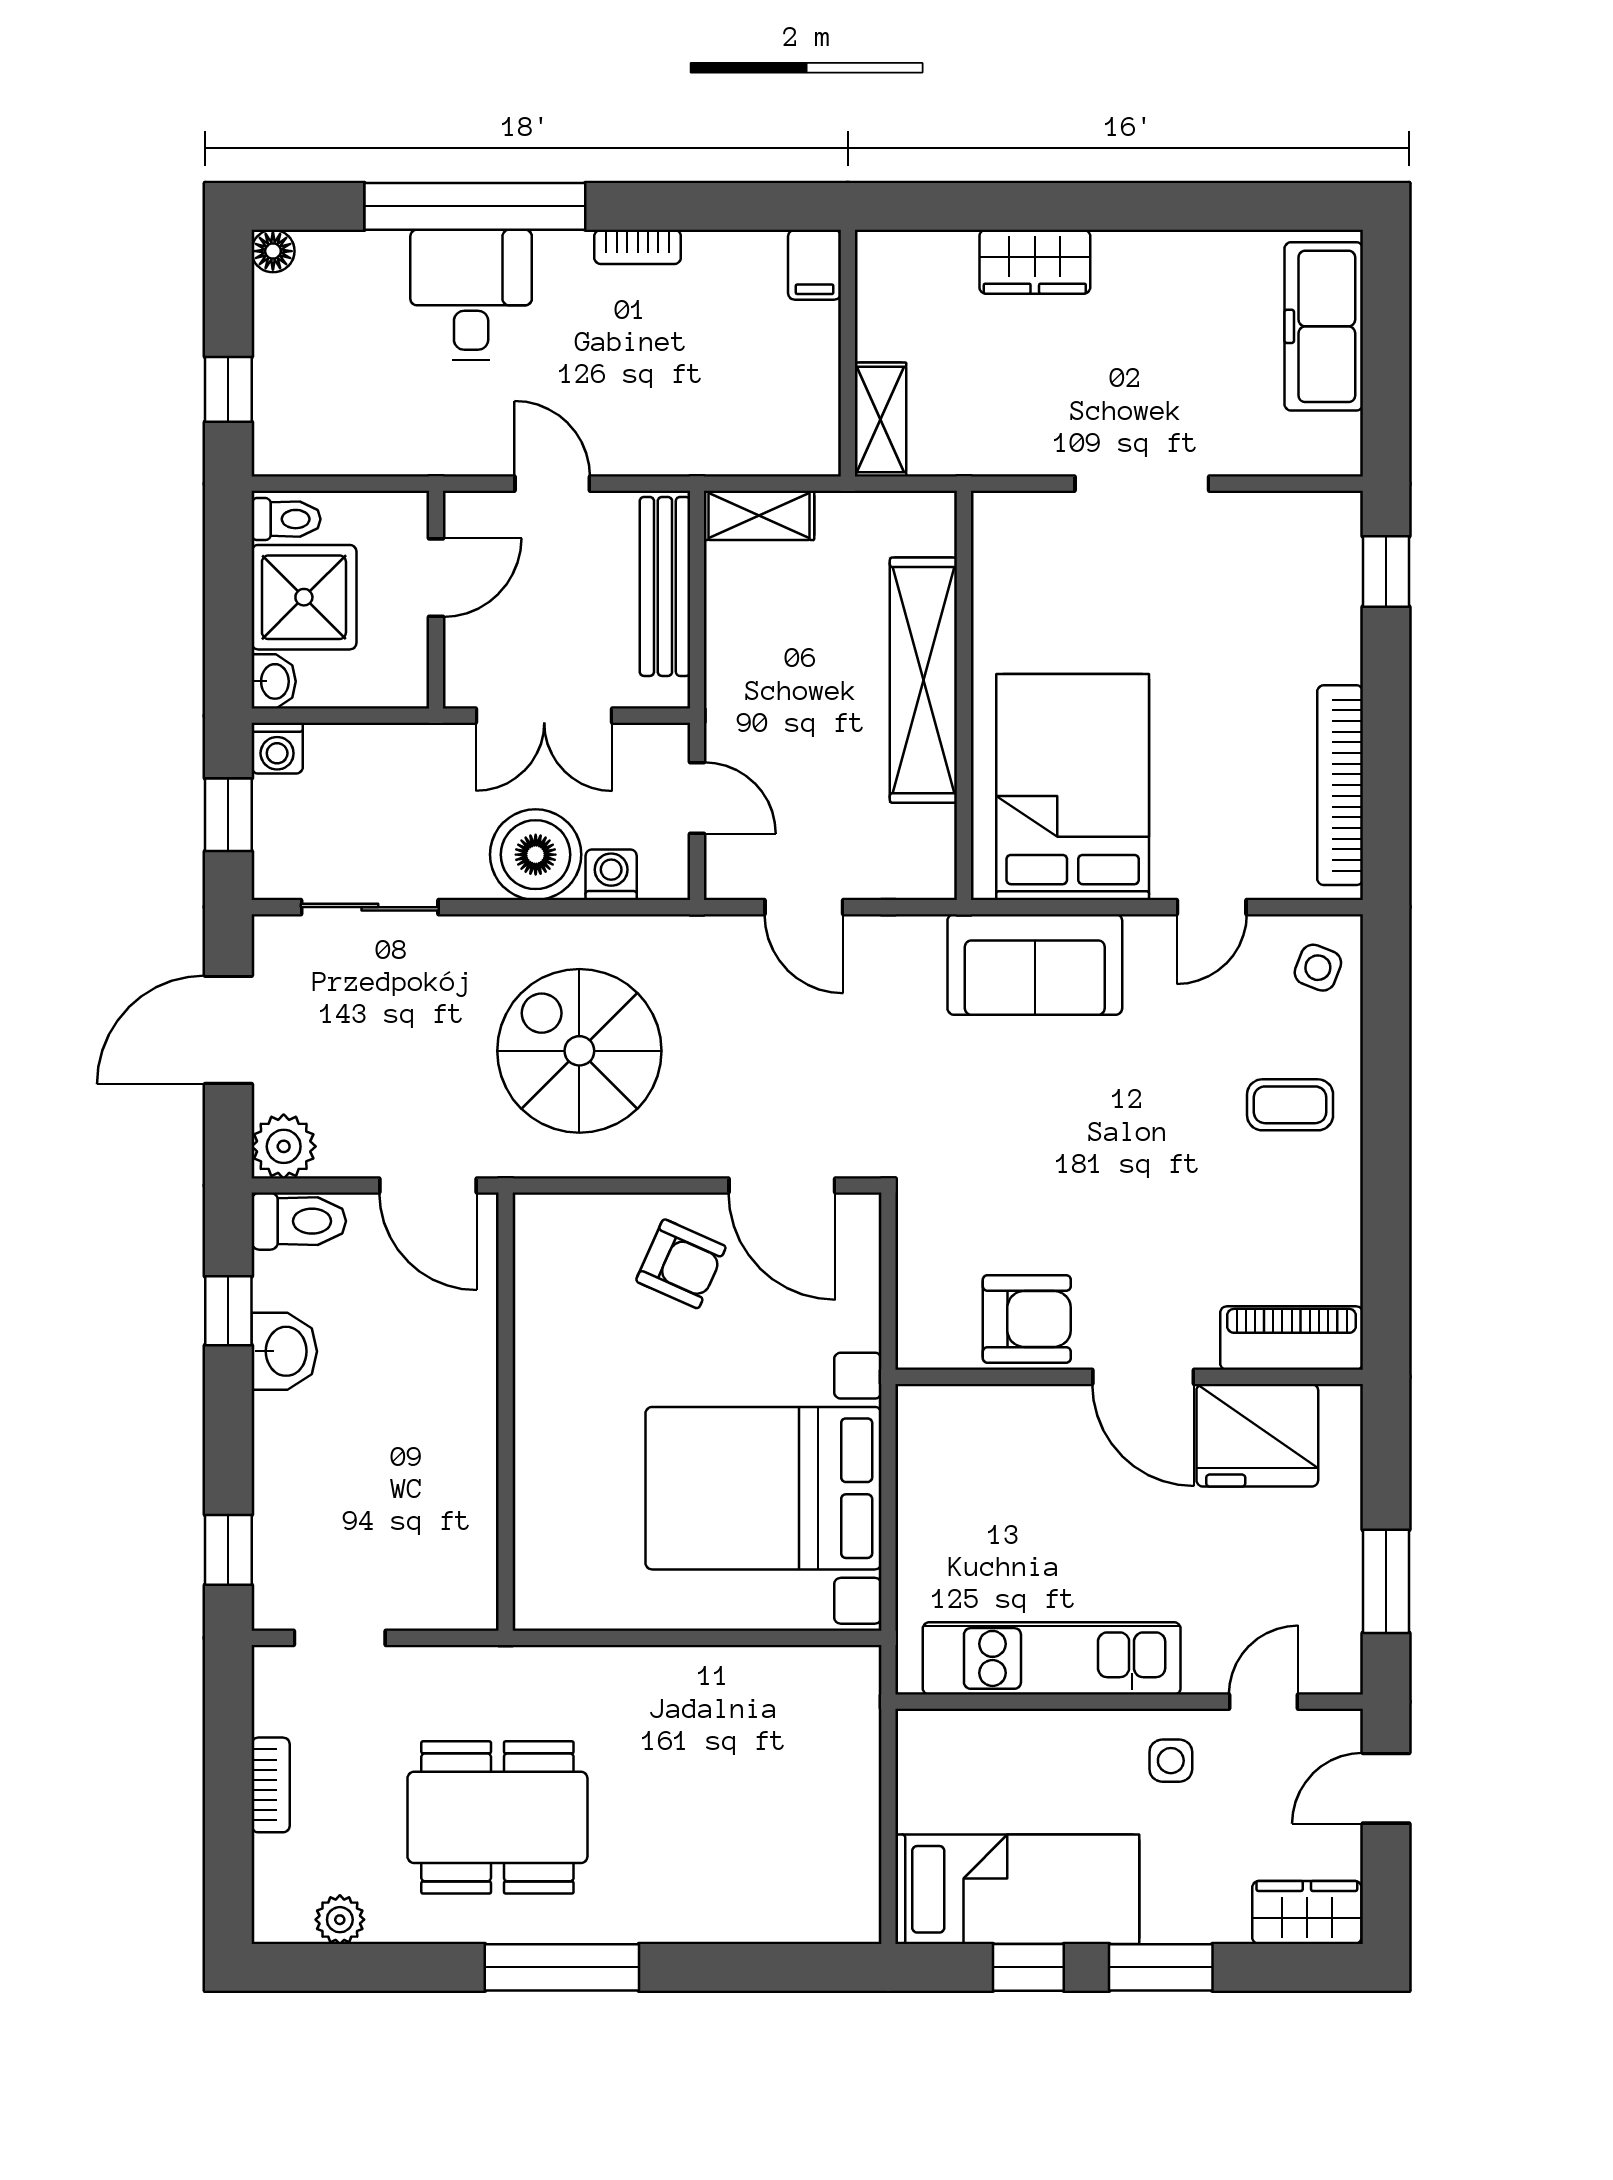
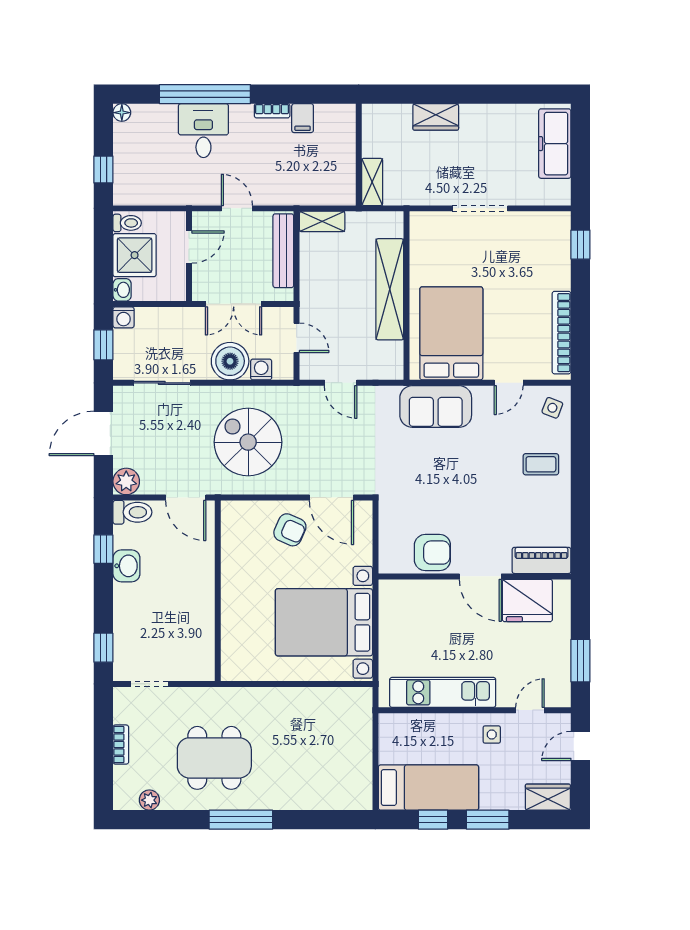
filing cabinet: (815, 265) -> (303, 118), moved

